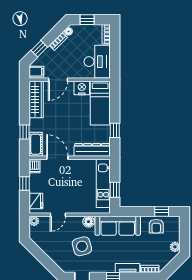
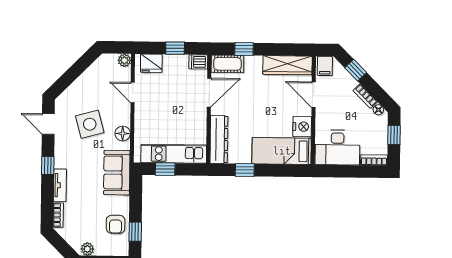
sofa: (118, 226) -> (117, 173), width x0.73
armchair: (156, 226) -> (116, 224), turned -90

